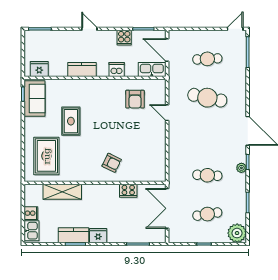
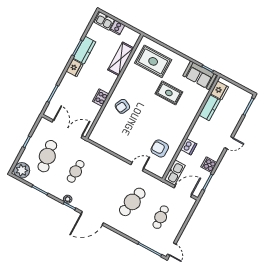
kitchen counter: (82, 70) -> (210, 108), moved
cooker: (128, 191) -> (101, 98), moved
cafe table: (207, 214) -> (47, 156), width x1.37, depth x1.35

